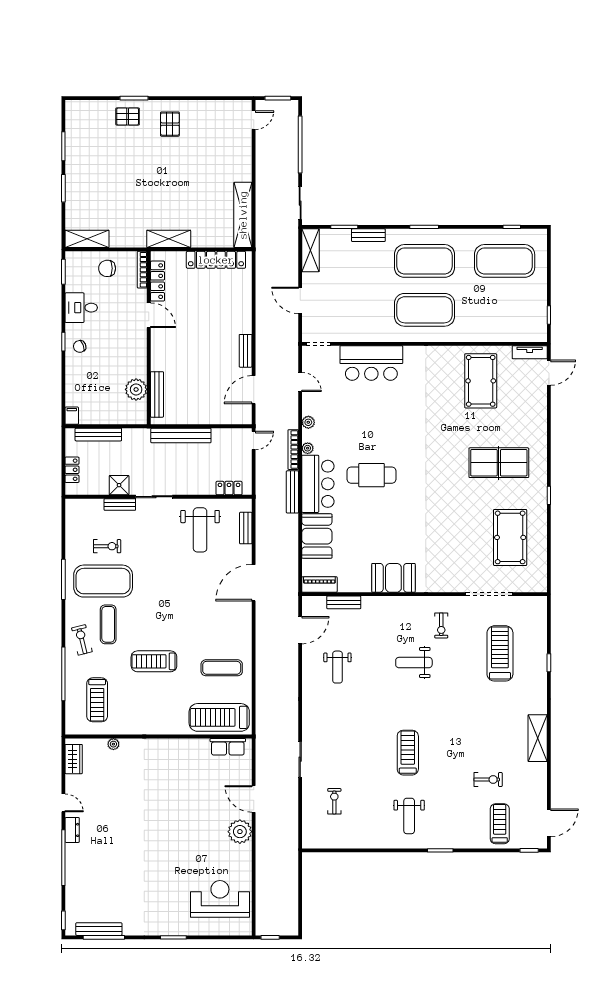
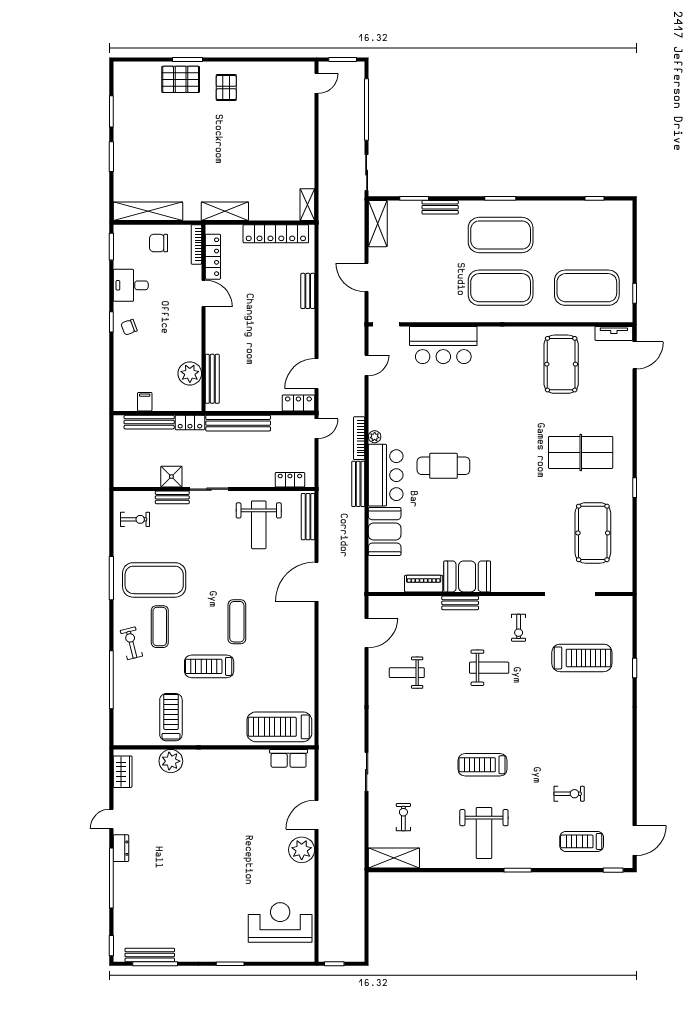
pallet: (128, 117) -> (181, 79), width x1.50, depth x1.42
shelving: (243, 215) -> (307, 205), width x0.45, depth x0.75
shelving: (87, 239) -> (148, 211), width x1.47
exercise mat: (505, 261) -> (587, 288), moved
bench: (246, 351) -> (308, 291), moved
door: (300, 382) -> (367, 365), hinge flipped
filing cabinet: (72, 416) -> (145, 402), moved
locker: (237, 417) -> (298, 403), added
plant: (308, 422) -> (375, 409), removed
locker: (72, 470) -> (190, 422), moved, turned 90
bench: (246, 528) -> (308, 517), width x1.36
exercise bike: (107, 546) -> (135, 519), moved
piano: (319, 584) -> (424, 584), moved
bench: (344, 602) -> (460, 603), moved
treadmill: (500, 653) -> (582, 658), turned 90
weight bench: (414, 663) -> (489, 668), turned 180
weight bench: (337, 667) -> (407, 673), turned 90
exercise mat: (222, 668) -> (237, 622), moved, turned 90
treadmill: (97, 700) -> (171, 717), moved, turned 180
shelving: (538, 738) -> (394, 858), moved, turned 90
plant: (113, 744) -> (171, 761), width x1.88, depth x1.88
treadmill: (408, 753) -> (483, 765), turned -90
door: (254, 799) -> (316, 815), hinge flipped
door: (63, 803) -> (111, 819), swing flipped
weight bench: (409, 816) -> (484, 833), width x1.36, depth x1.33
treadmill: (500, 824) -> (582, 841), turned -90

